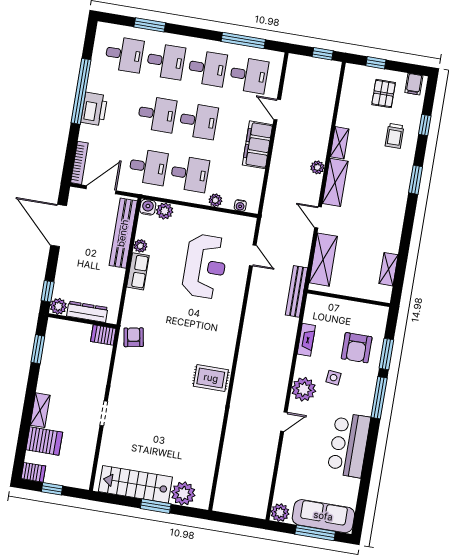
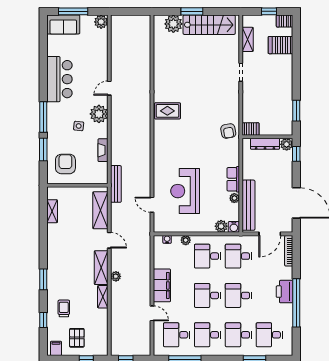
armchair: (357, 348) -> (65, 164), moved
shelving: (40, 410) -> (248, 39), moved
sofa: (323, 516) -> (63, 24), width x0.73

